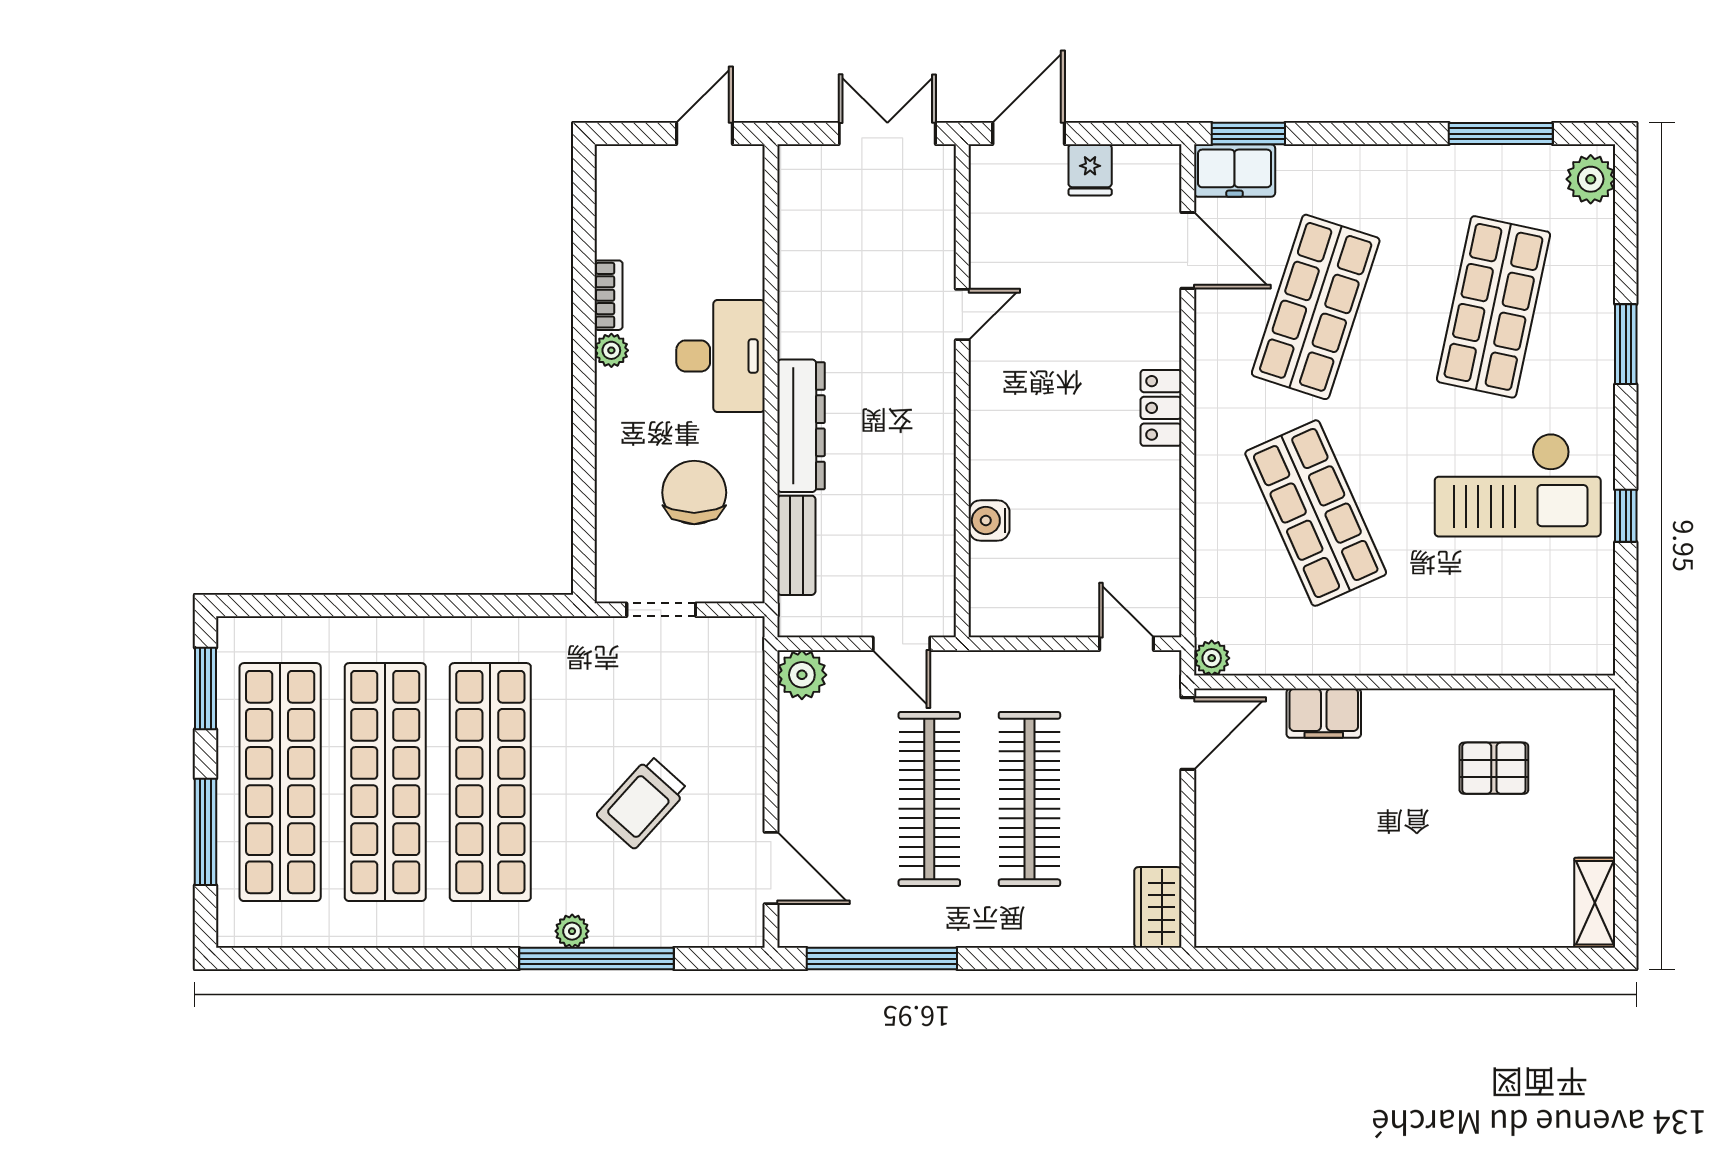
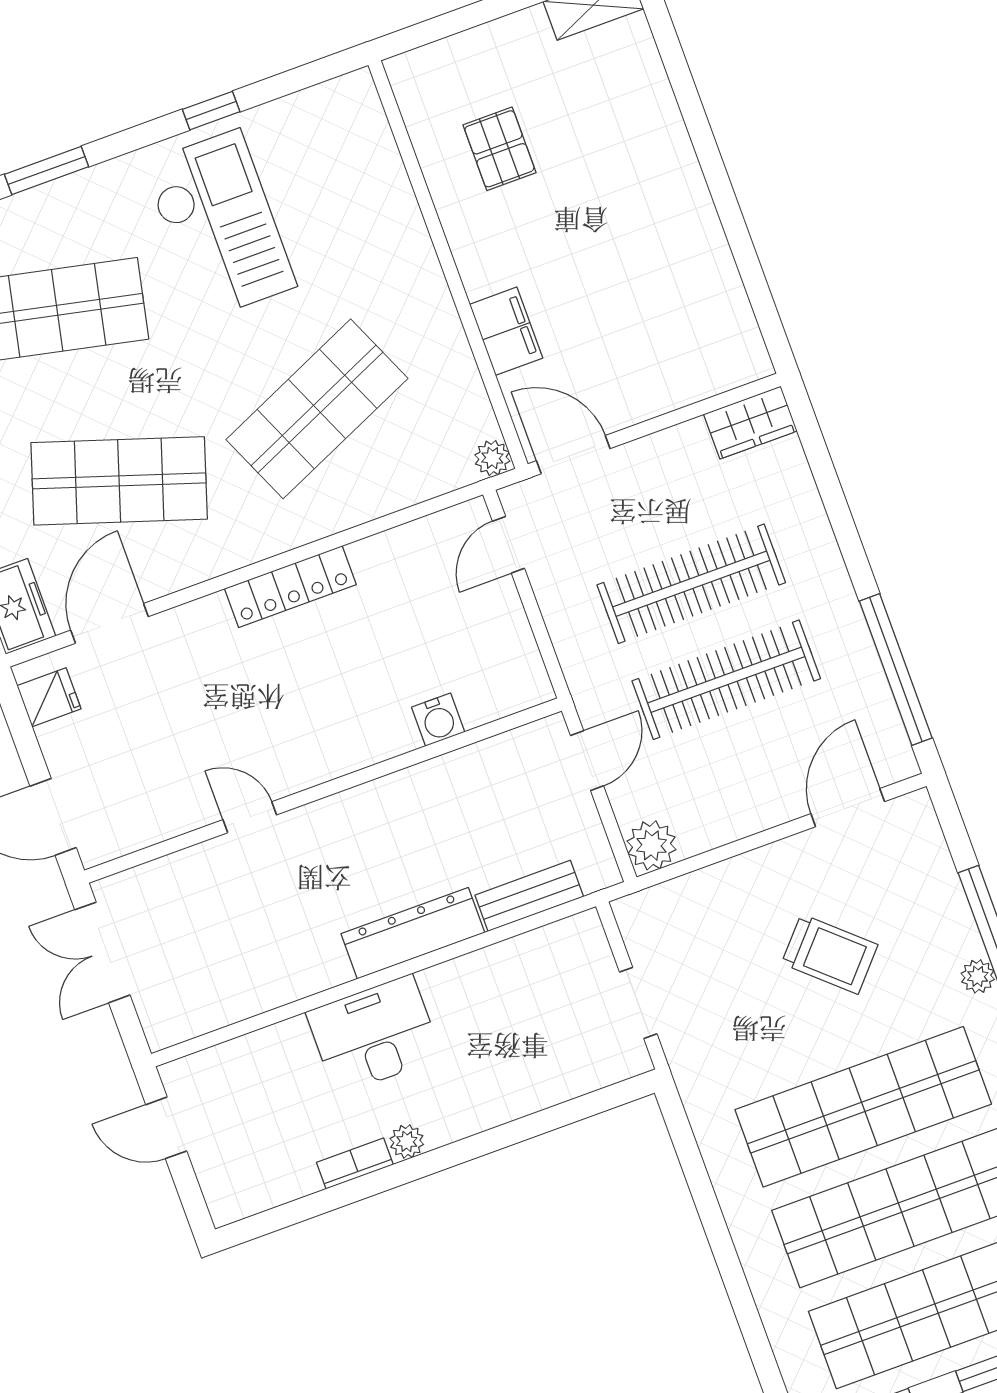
fridge: (1090, 170) -> (49, 697), moved
locker: (1161, 408) -> (290, 587), width x1.53
chair: (694, 493) -> (514, 1012), removed

